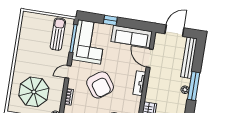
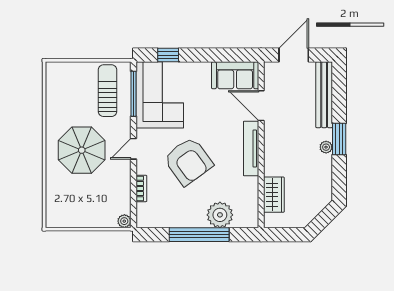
window: (110, 20) -> (168, 55), moved
sofa: (132, 36) -> (235, 75), width x0.73
tv unit: (139, 83) -> (251, 148), width x1.41
window: (194, 86) -> (339, 139), width x0.69
parasol: (34, 92) -> (82, 150), moved

